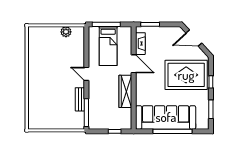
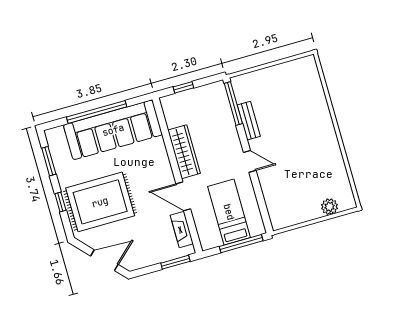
plant: (66, 32) -> (329, 207), moved

